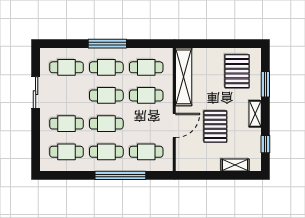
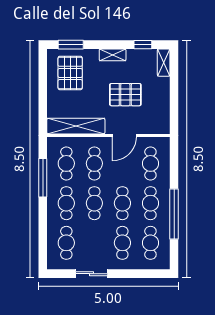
window: (107, 44) -> (43, 178), moved
pallet: (237, 71) -> (70, 73), turned 90
window: (265, 84) -> (71, 45), moved
door: (174, 125) -> (124, 135), swing flipped
shelving: (235, 165) -> (164, 63), moved
window: (120, 175) -> (174, 214), moved

